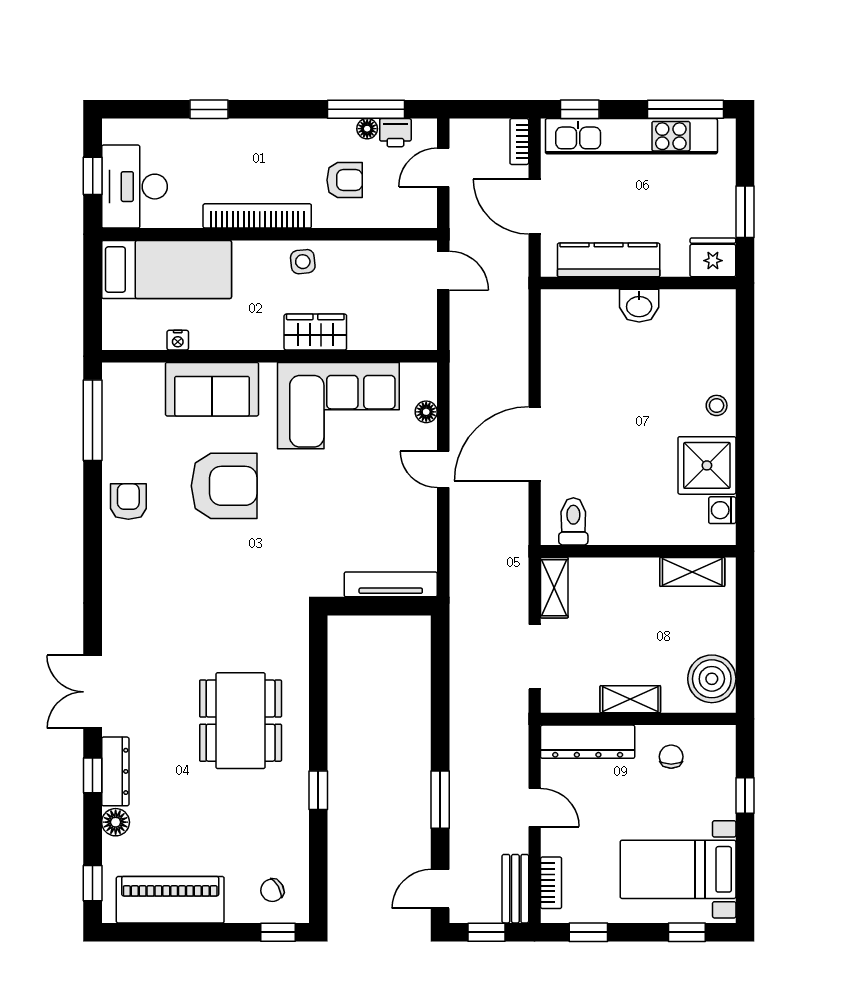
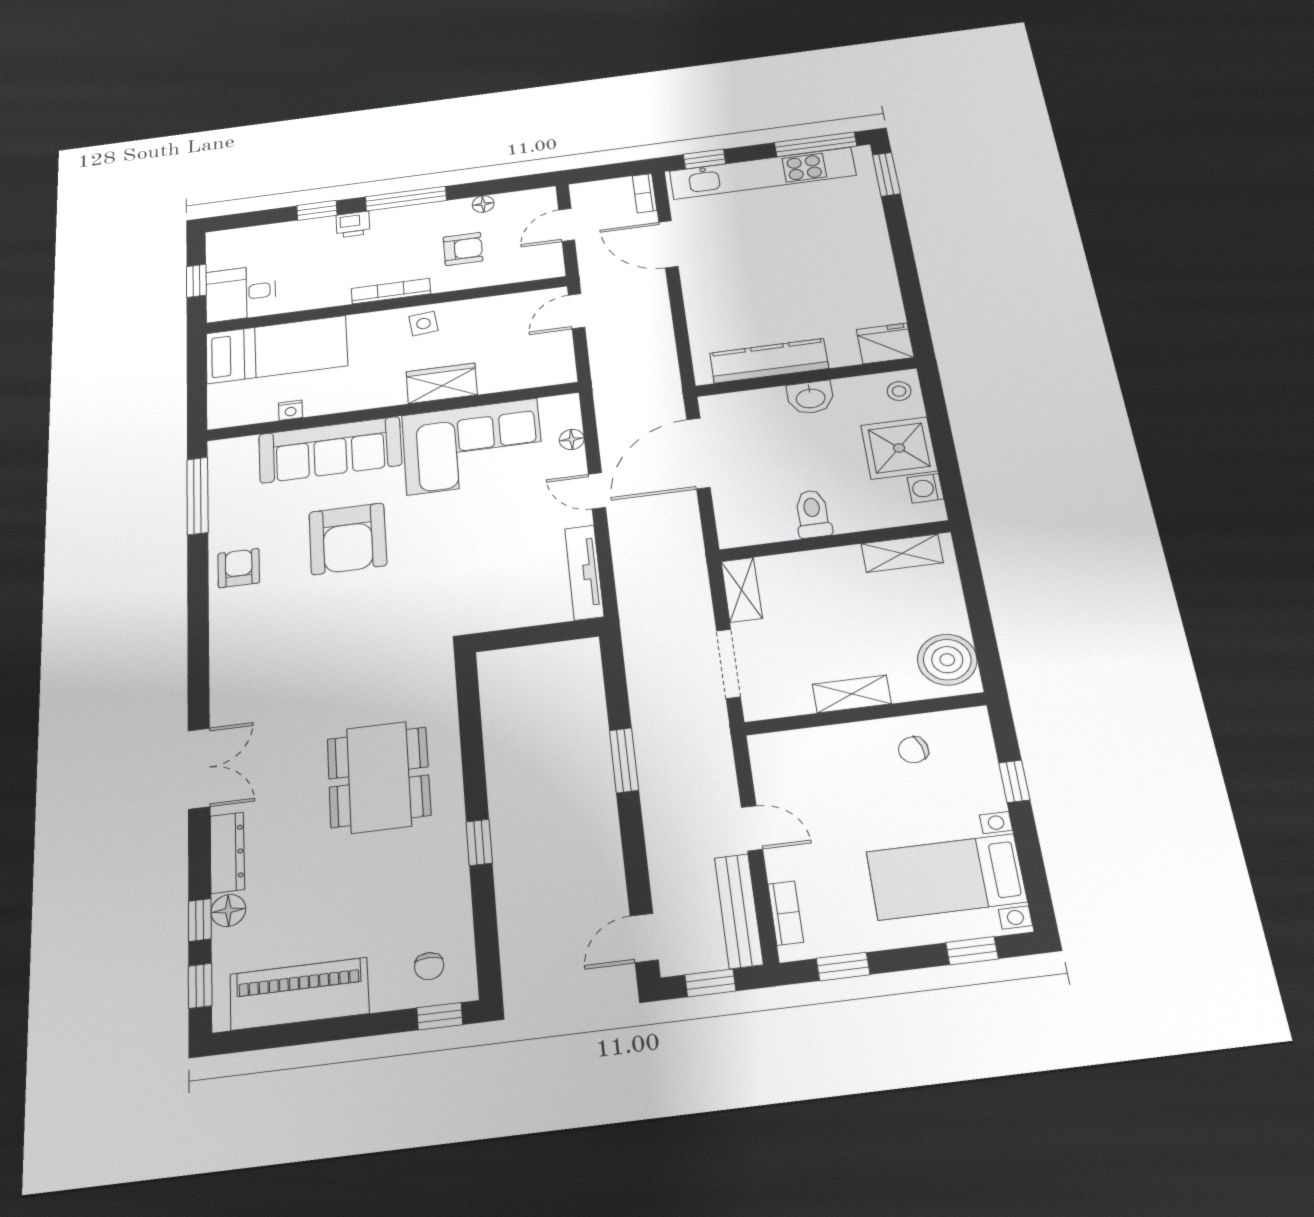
window: (366, 109) -> (406, 199), moved
printer: (395, 133) -> (353, 225), moved
desk: (134, 187) -> (241, 293), width x0.73
window: (745, 212) -> (886, 174), moved
bookcase: (257, 216) -> (391, 291), width x0.68, depth x0.76
fridge: (713, 257) -> (885, 343), moved
kitchen counter: (609, 260) -> (769, 361), moved
door: (443, 271) -> (577, 311), swing flipped
wall: (638, 283) -> (806, 377), moved
washbasin: (639, 306) -> (810, 398), moved
sofa: (212, 389) -> (330, 450), width x1.36
armchair: (224, 486) -> (348, 539), turned 90
toilet: (573, 521) -> (813, 514), moved
tv unit: (391, 584) -> (584, 572), moved, turned -90
double door: (93, 692) -> (199, 768), swing flipped
dresser: (588, 742) -> (807, 746), removed
chair: (671, 757) -> (913, 750), turned -107
window: (93, 775) -> (200, 920), moved
window: (440, 800) -> (624, 760), moved
bench: (515, 889) -> (739, 911), width x1.36
chair: (272, 890) -> (429, 966), turned -61

